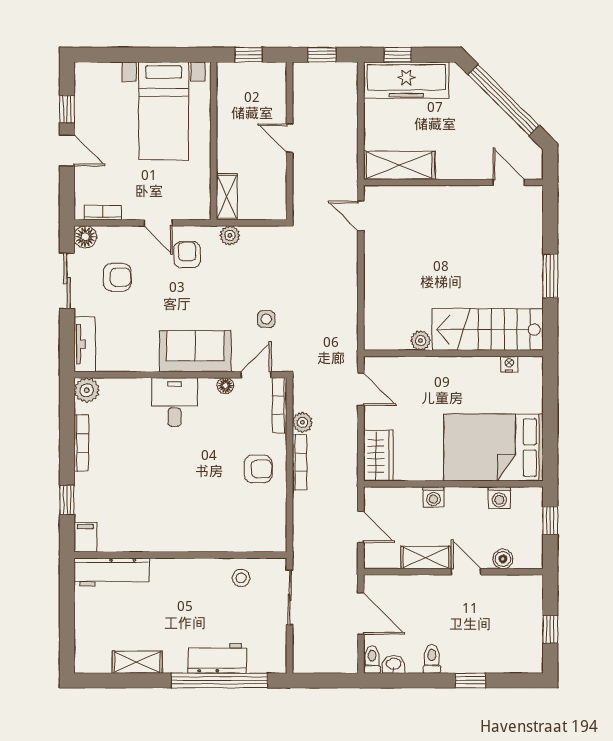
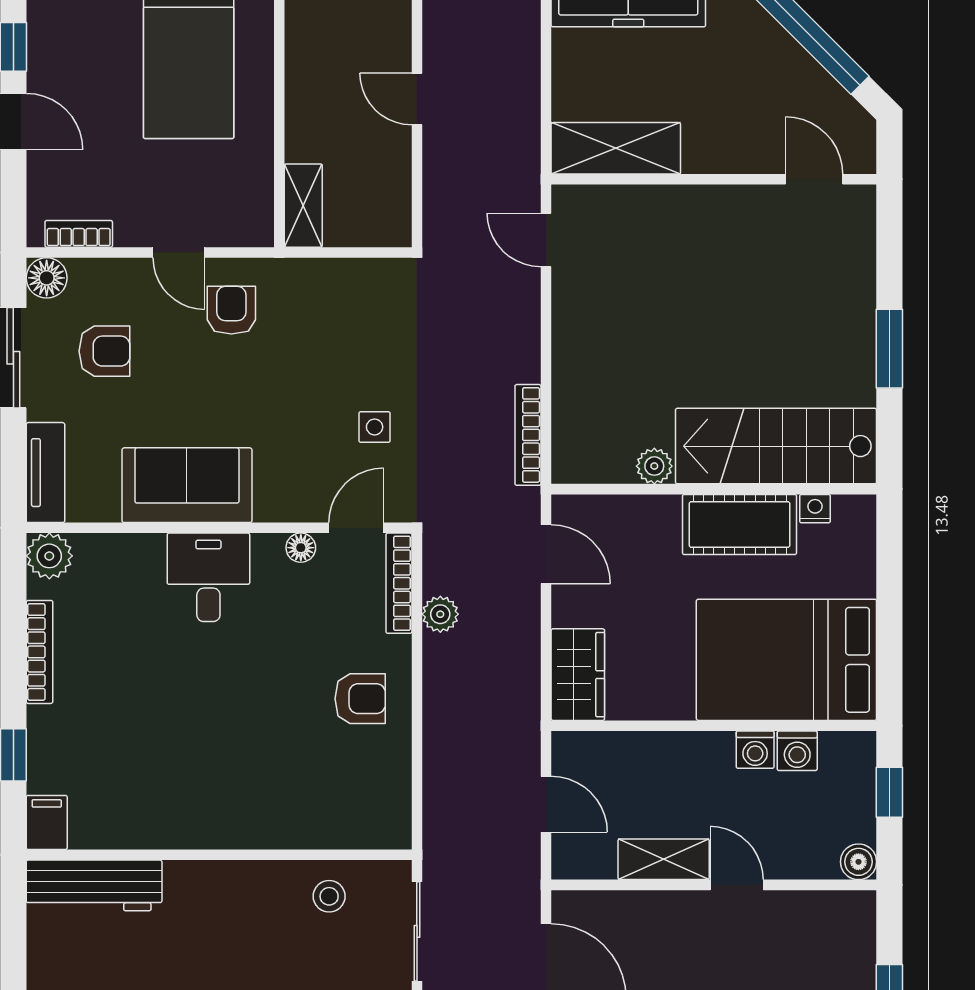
plant: (230, 235) -> (309, 275), removed
sofa: (195, 351) -> (187, 485), moved
cot: (468, 373) -> (740, 524), added
bookcase: (300, 462) -> (528, 435), moved, turned 180
washing machine: (433, 497) -> (755, 750), moved
boiler: (503, 559) -> (858, 862), moved

